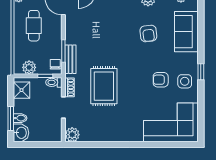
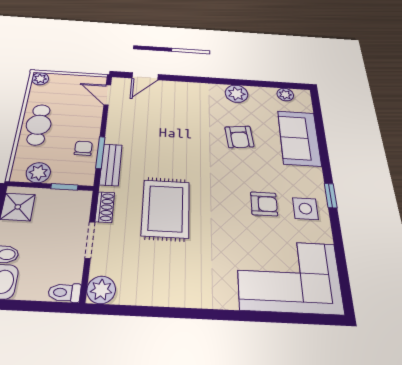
cafe table: (34, 26) -> (39, 125), moved
chair: (55, 64) -> (83, 148), moved
armchair: (161, 80) -> (264, 204), turned 180
toilet: (54, 82) -> (64, 293), moved

